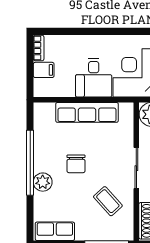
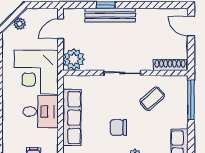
chair: (76, 164) -> (118, 127), turned 180

